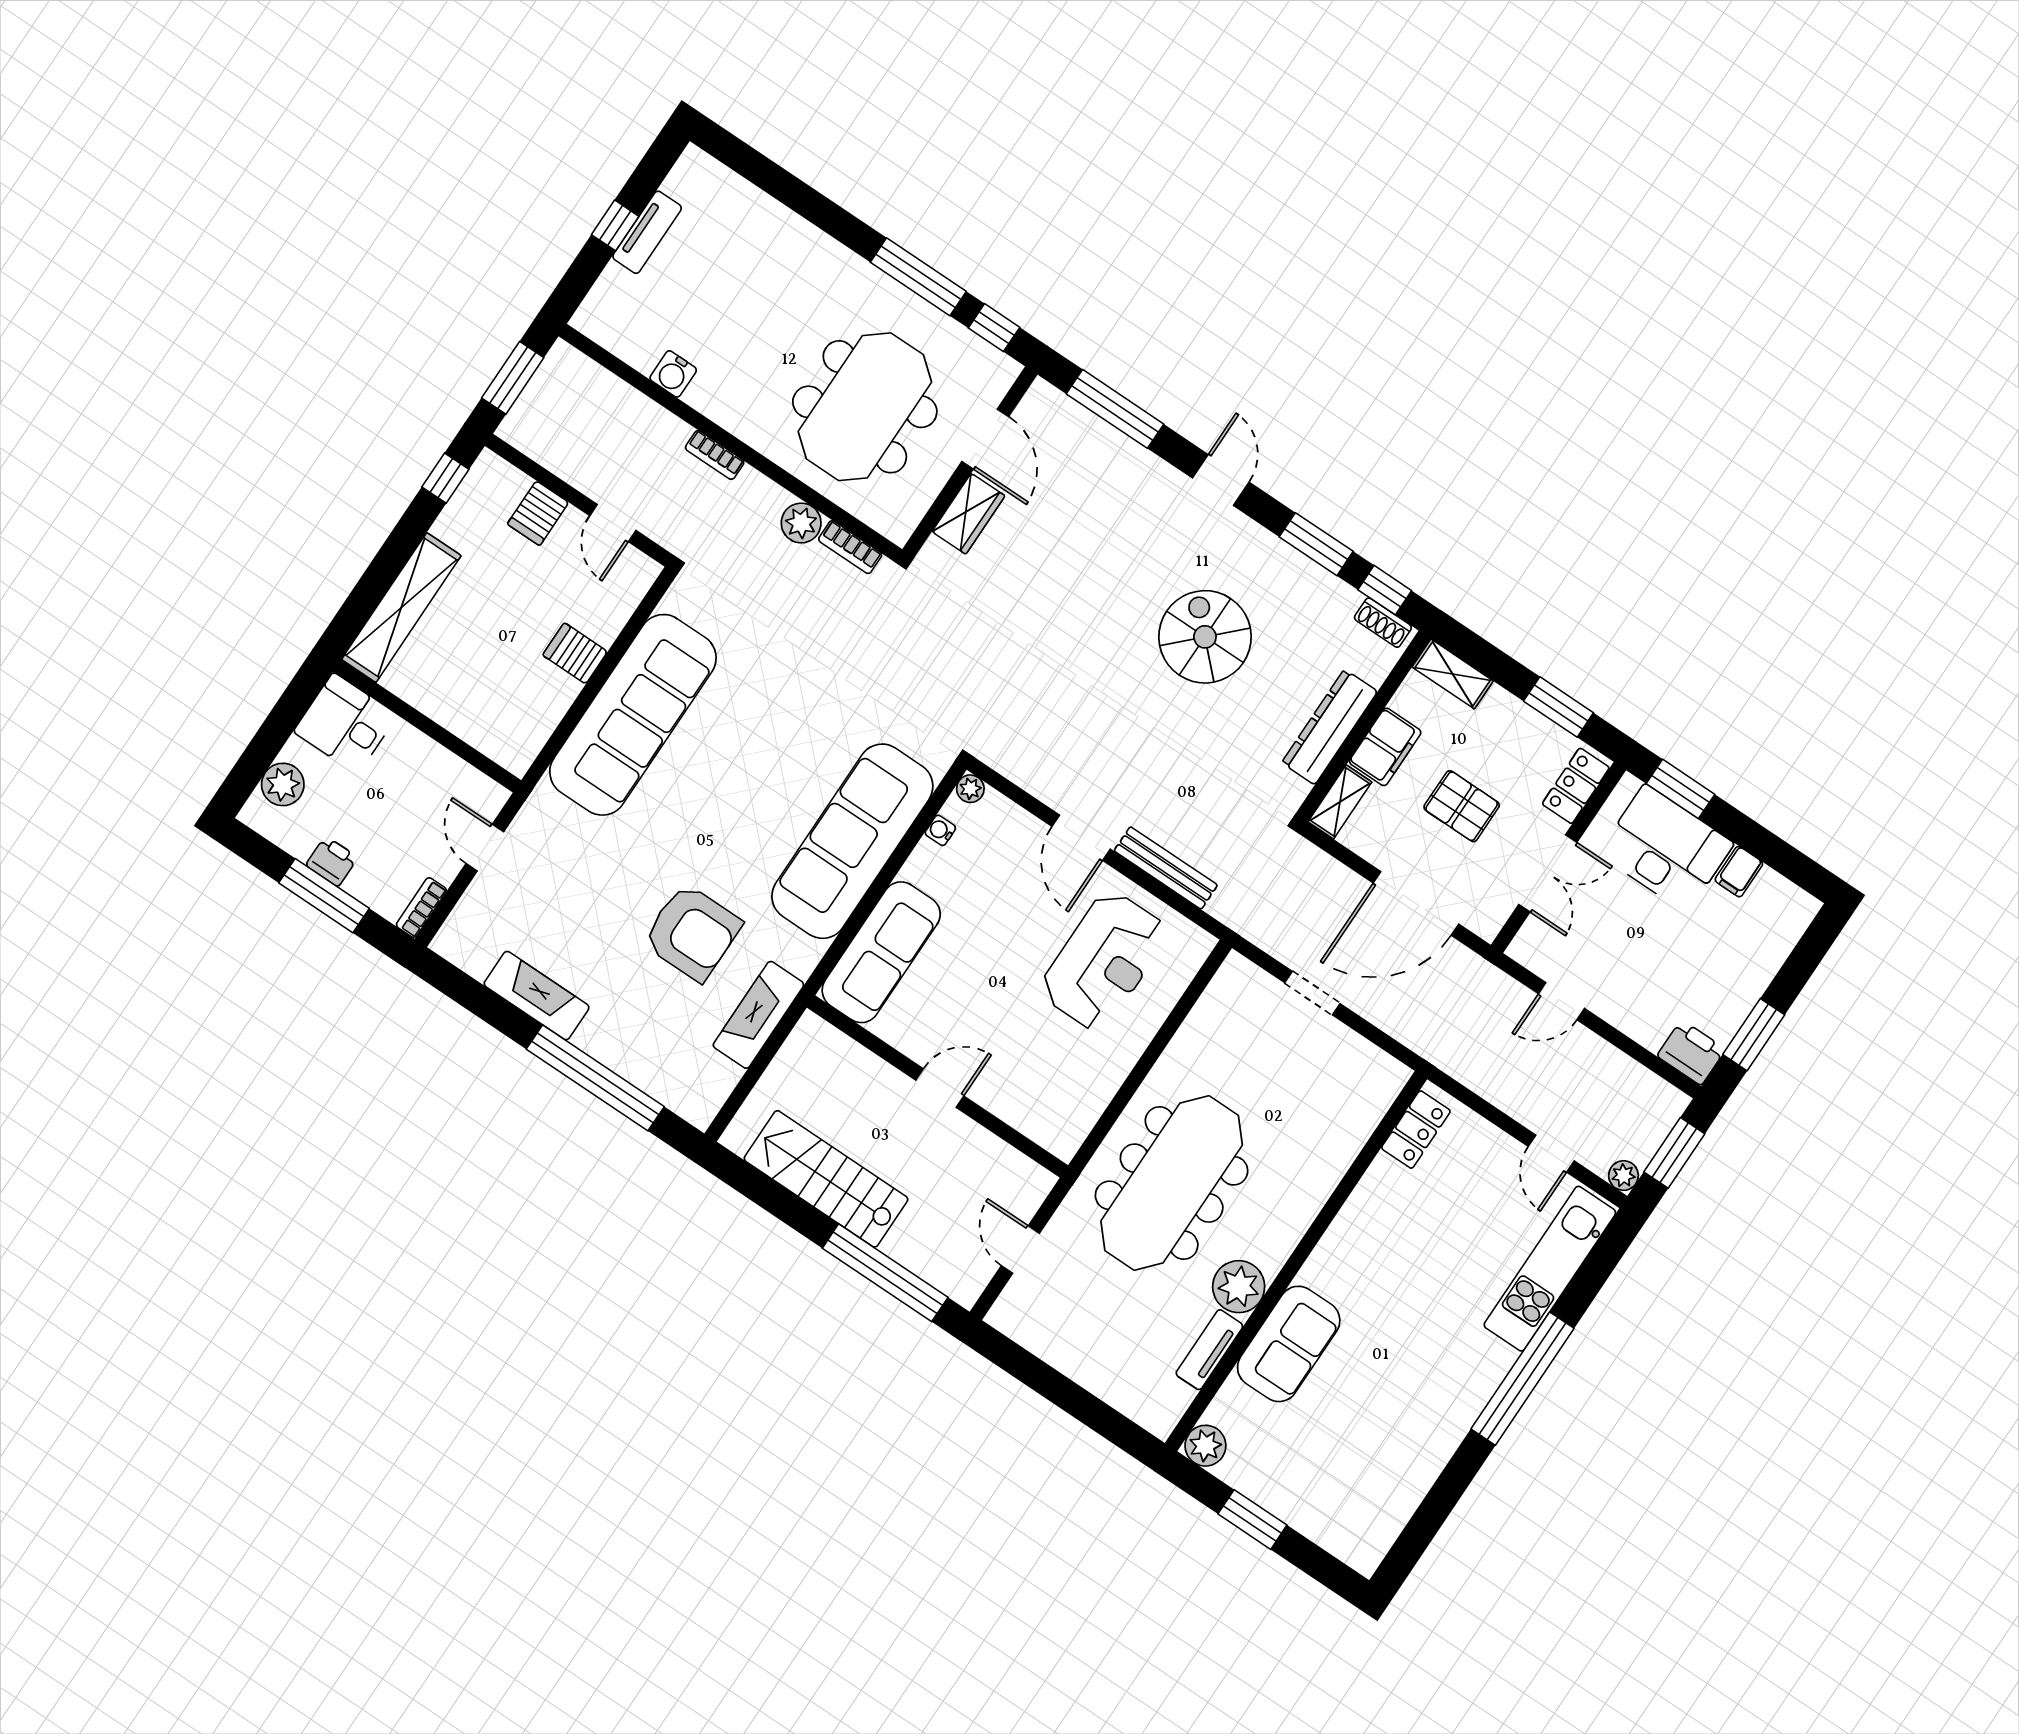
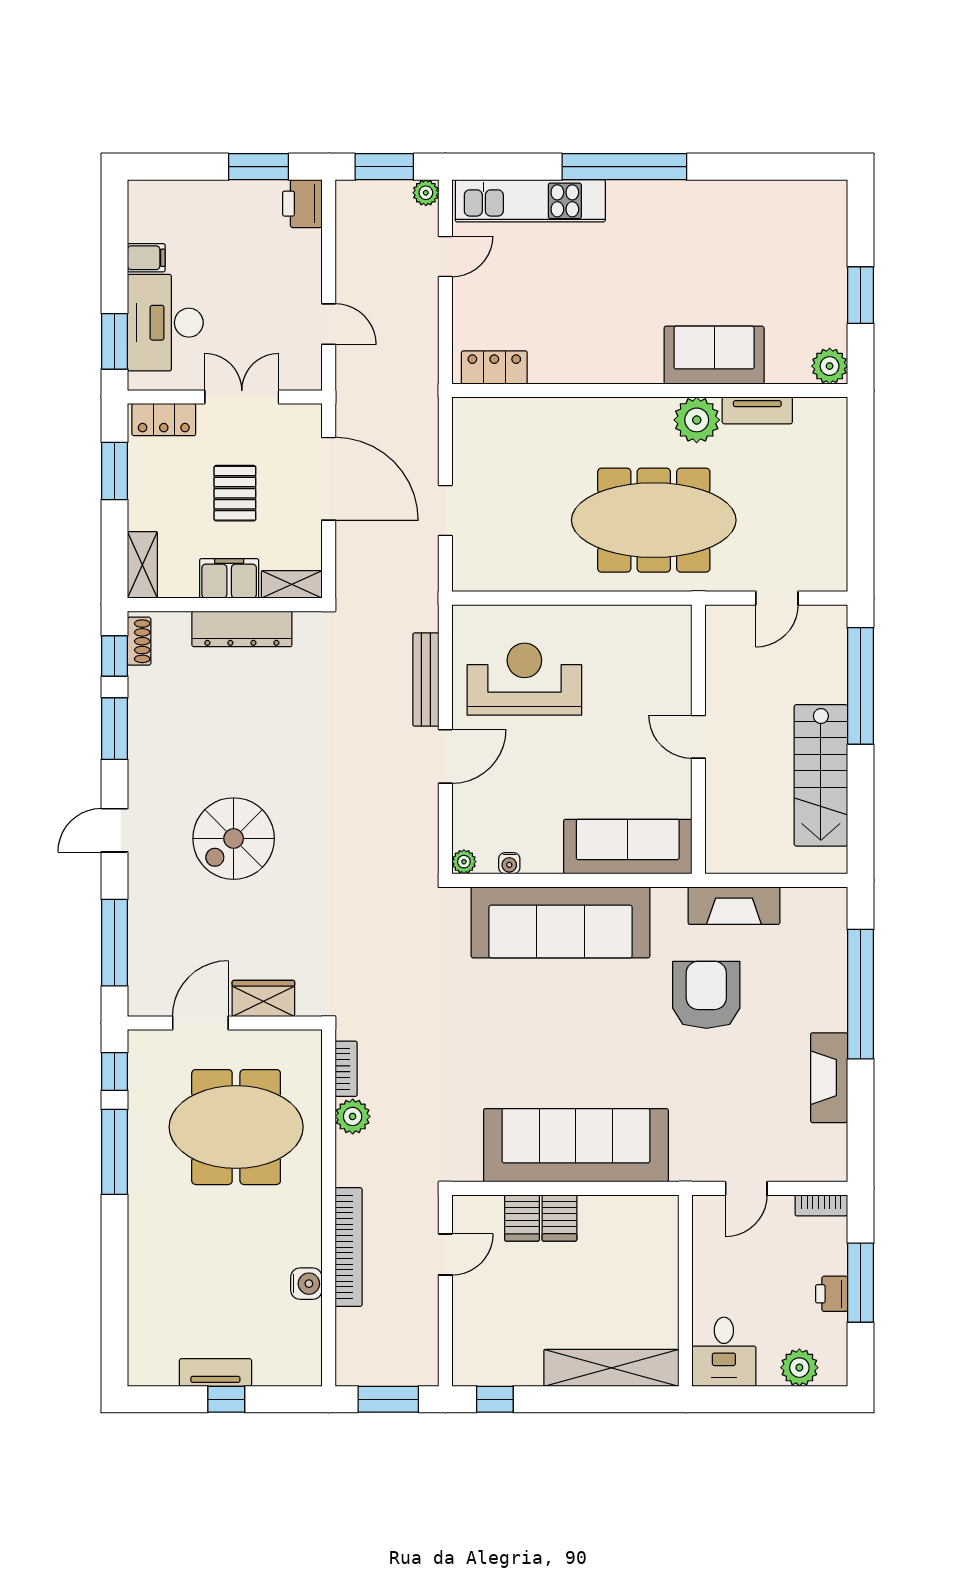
bookcase: (715, 455) -> (349, 1247), width x2.31, depth x1.31
server rack: (538, 513) -> (522, 1218), moved, turned 90
spiral stairs: (1205, 637) -> (234, 839), moved

